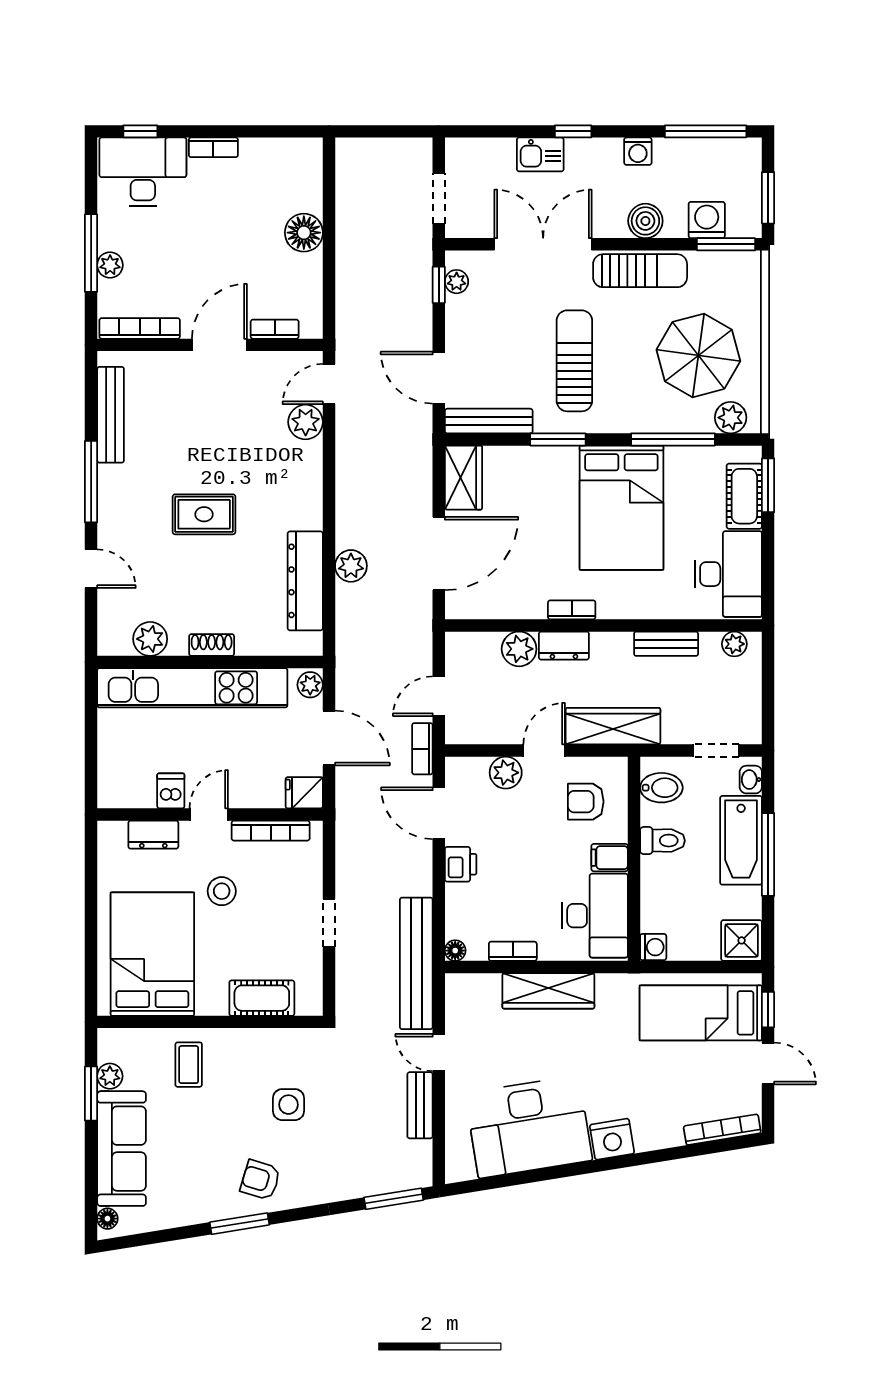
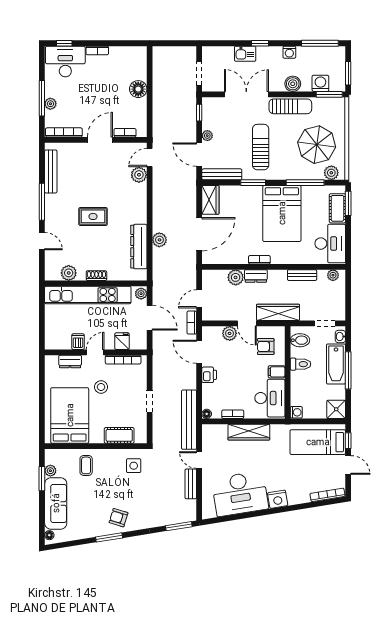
plant: (457, 282) -> (207, 136), moved
door: (544, 750) -> (247, 323), swing flipped
fridge: (304, 793) -> (122, 341), moved, turned 90
side table: (288, 1105) -> (134, 466), moved

